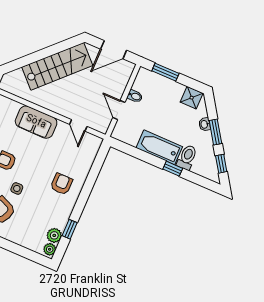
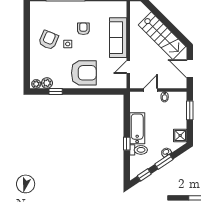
sofa: (36, 122) -> (118, 38), width x1.36
armchair: (61, 184) -> (84, 73), width x1.88, depth x1.88

